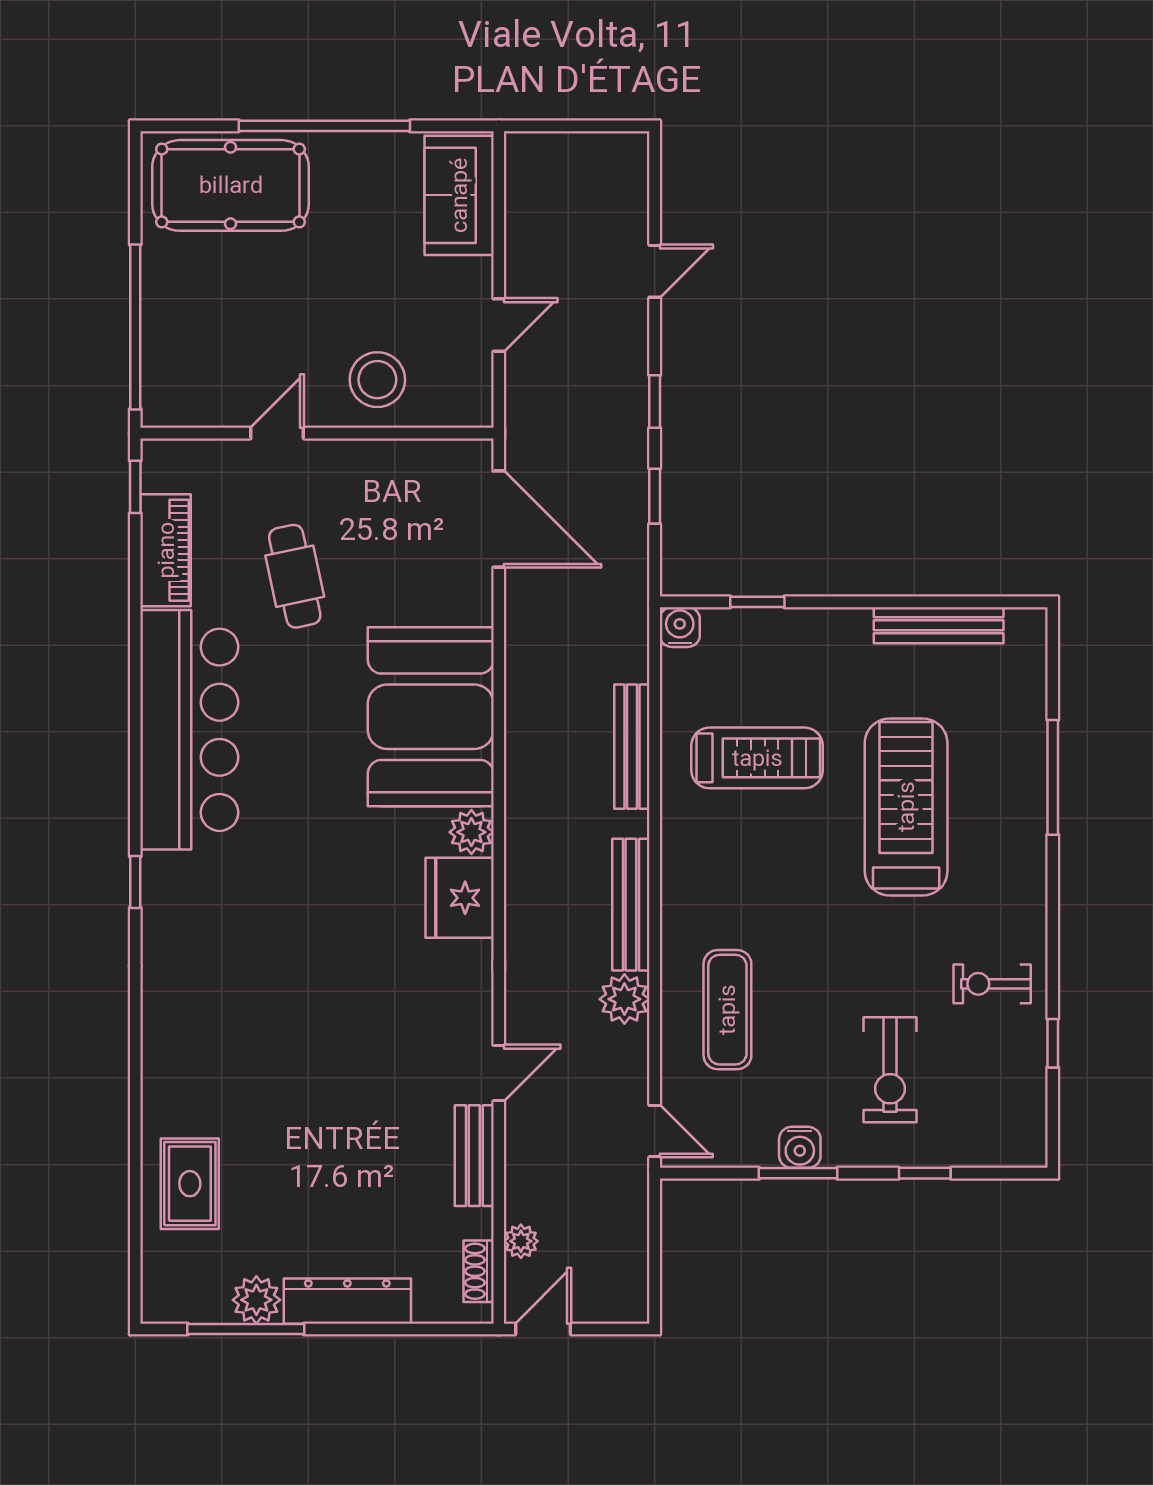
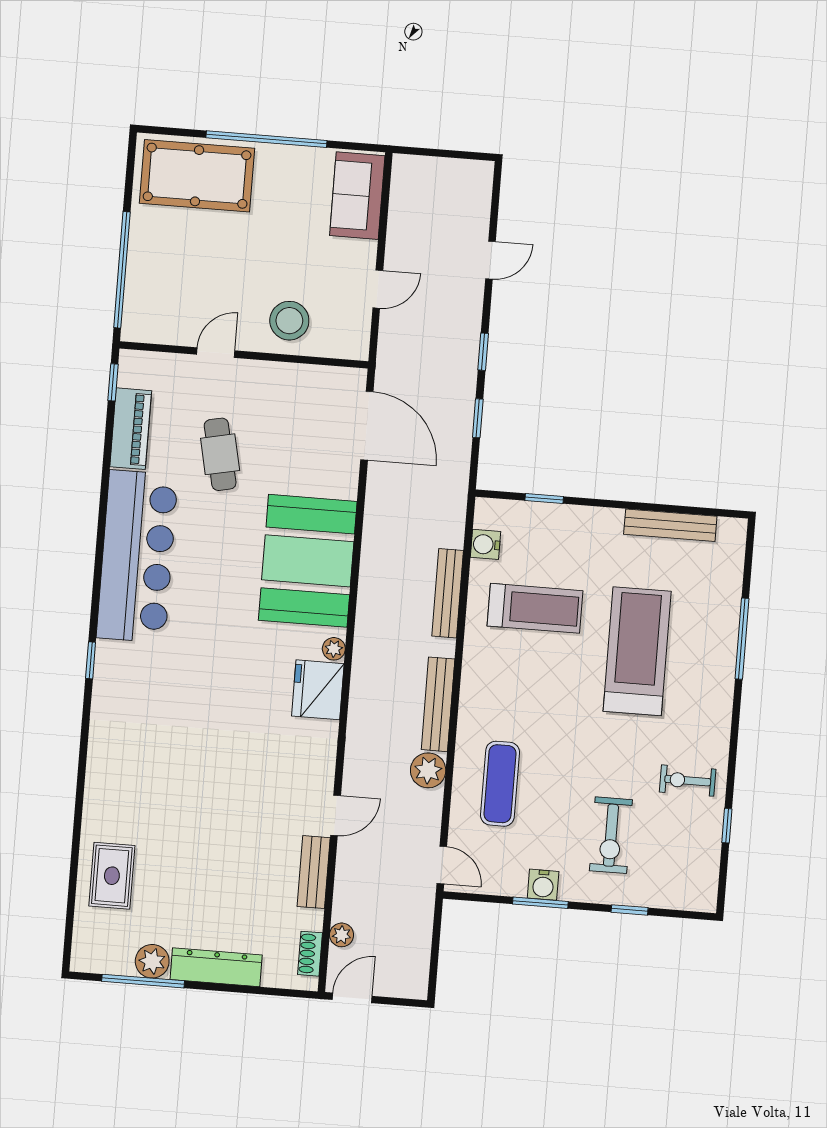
water cooler: (680, 627) -> (485, 544), moved, turned -90
plant: (471, 832) -> (334, 649), width x0.73, depth x0.73

